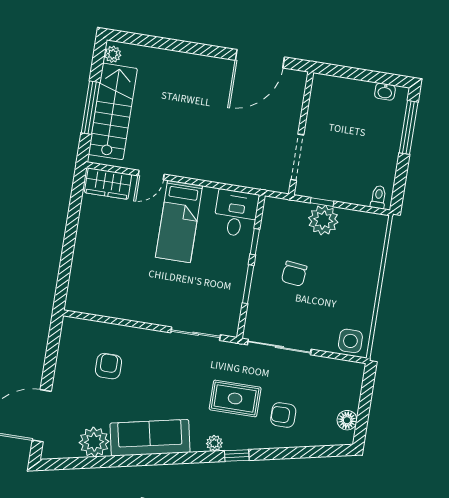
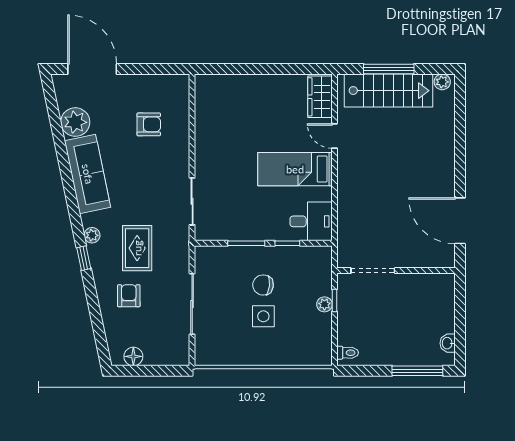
plant: (323, 220) -> (324, 304), width x0.53, depth x0.53
side table: (350, 341) -> (263, 316), moved
sliding door: (279, 347) -> (192, 304), moved

